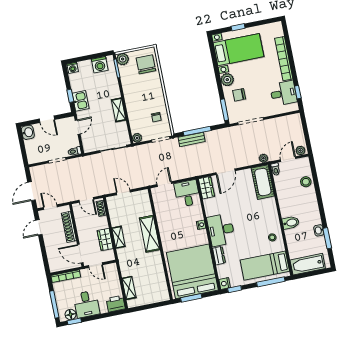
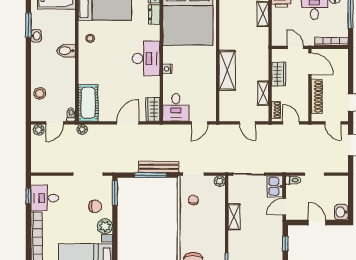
kitchen sink: (81, 101) -> (275, 186), moved
bench: (192, 139) -> (159, 167), width x1.36
shelving: (118, 237) -> (263, 93), moved
dresser: (219, 256) -> (154, 14), moved

